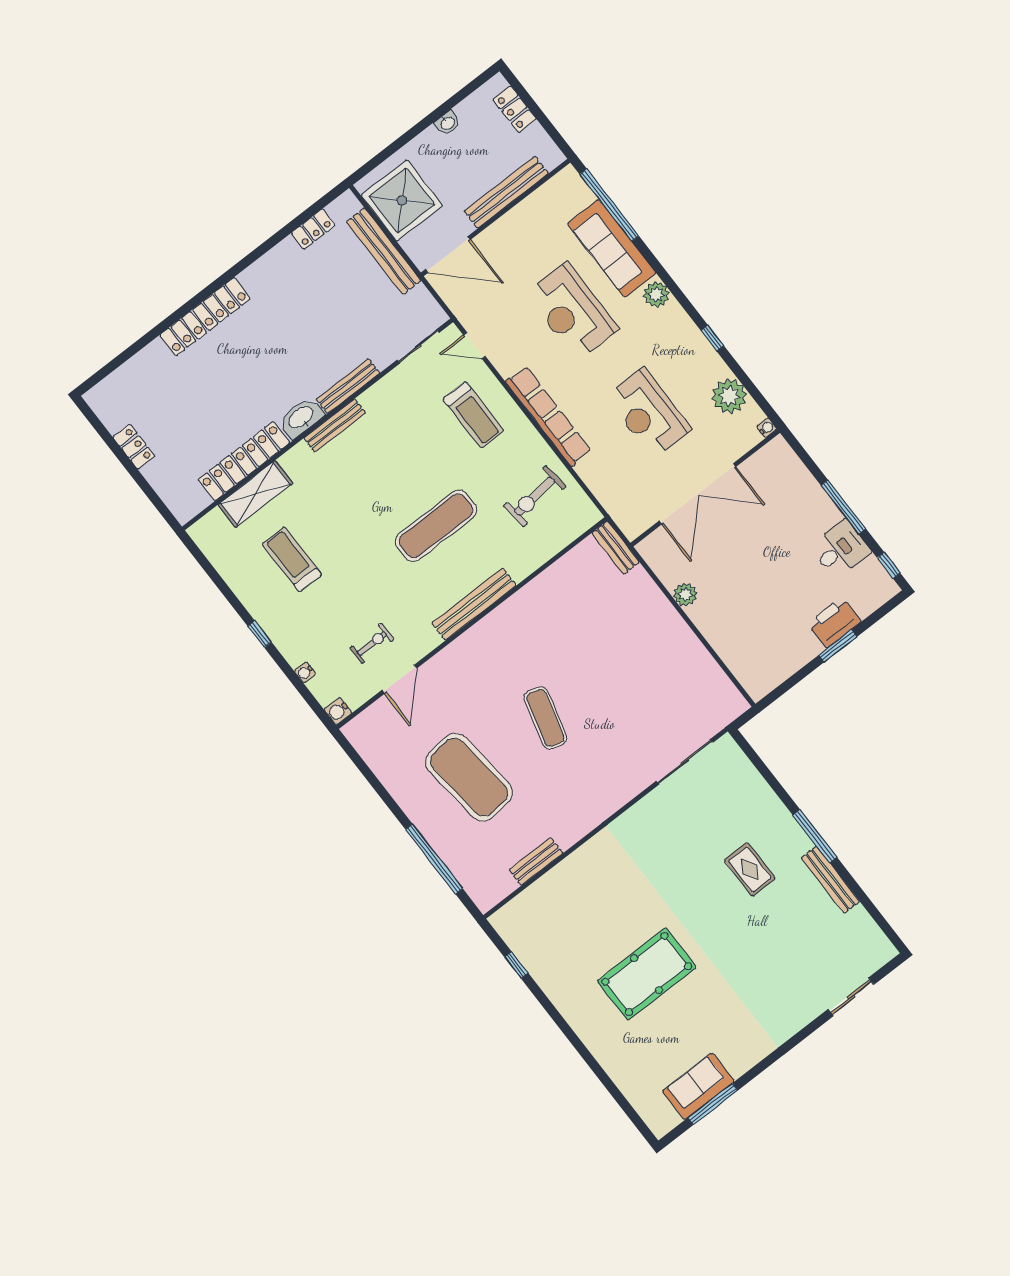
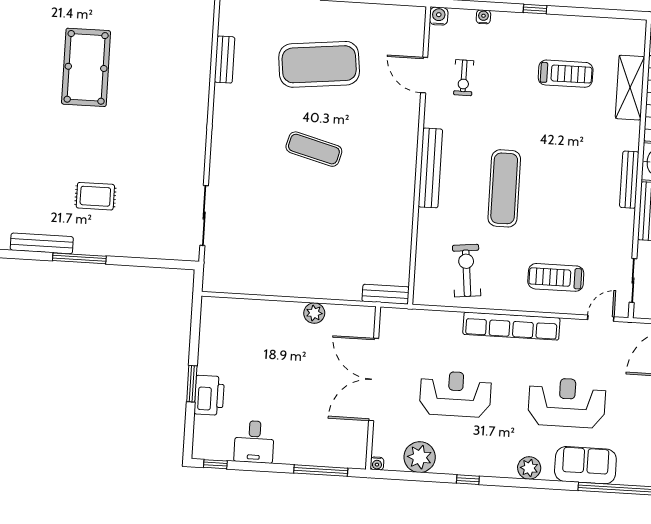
sofa: (612, 248) -> (585, 465), width x0.73
window: (843, 507) -> (321, 471), moved

